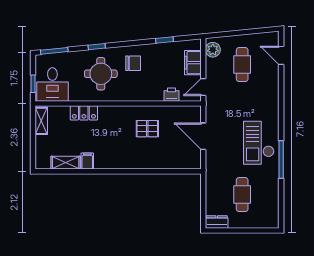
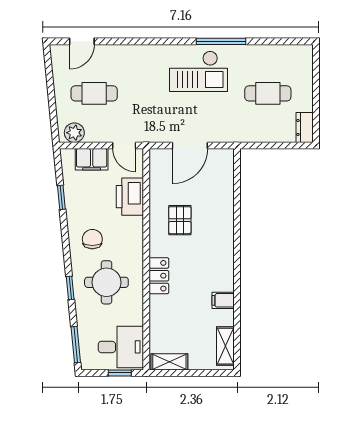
printer: (171, 95) -> (130, 197), width x1.87, depth x1.48
locker: (84, 113) -> (159, 276), moved
shelving: (66, 163) -> (225, 346), moved

